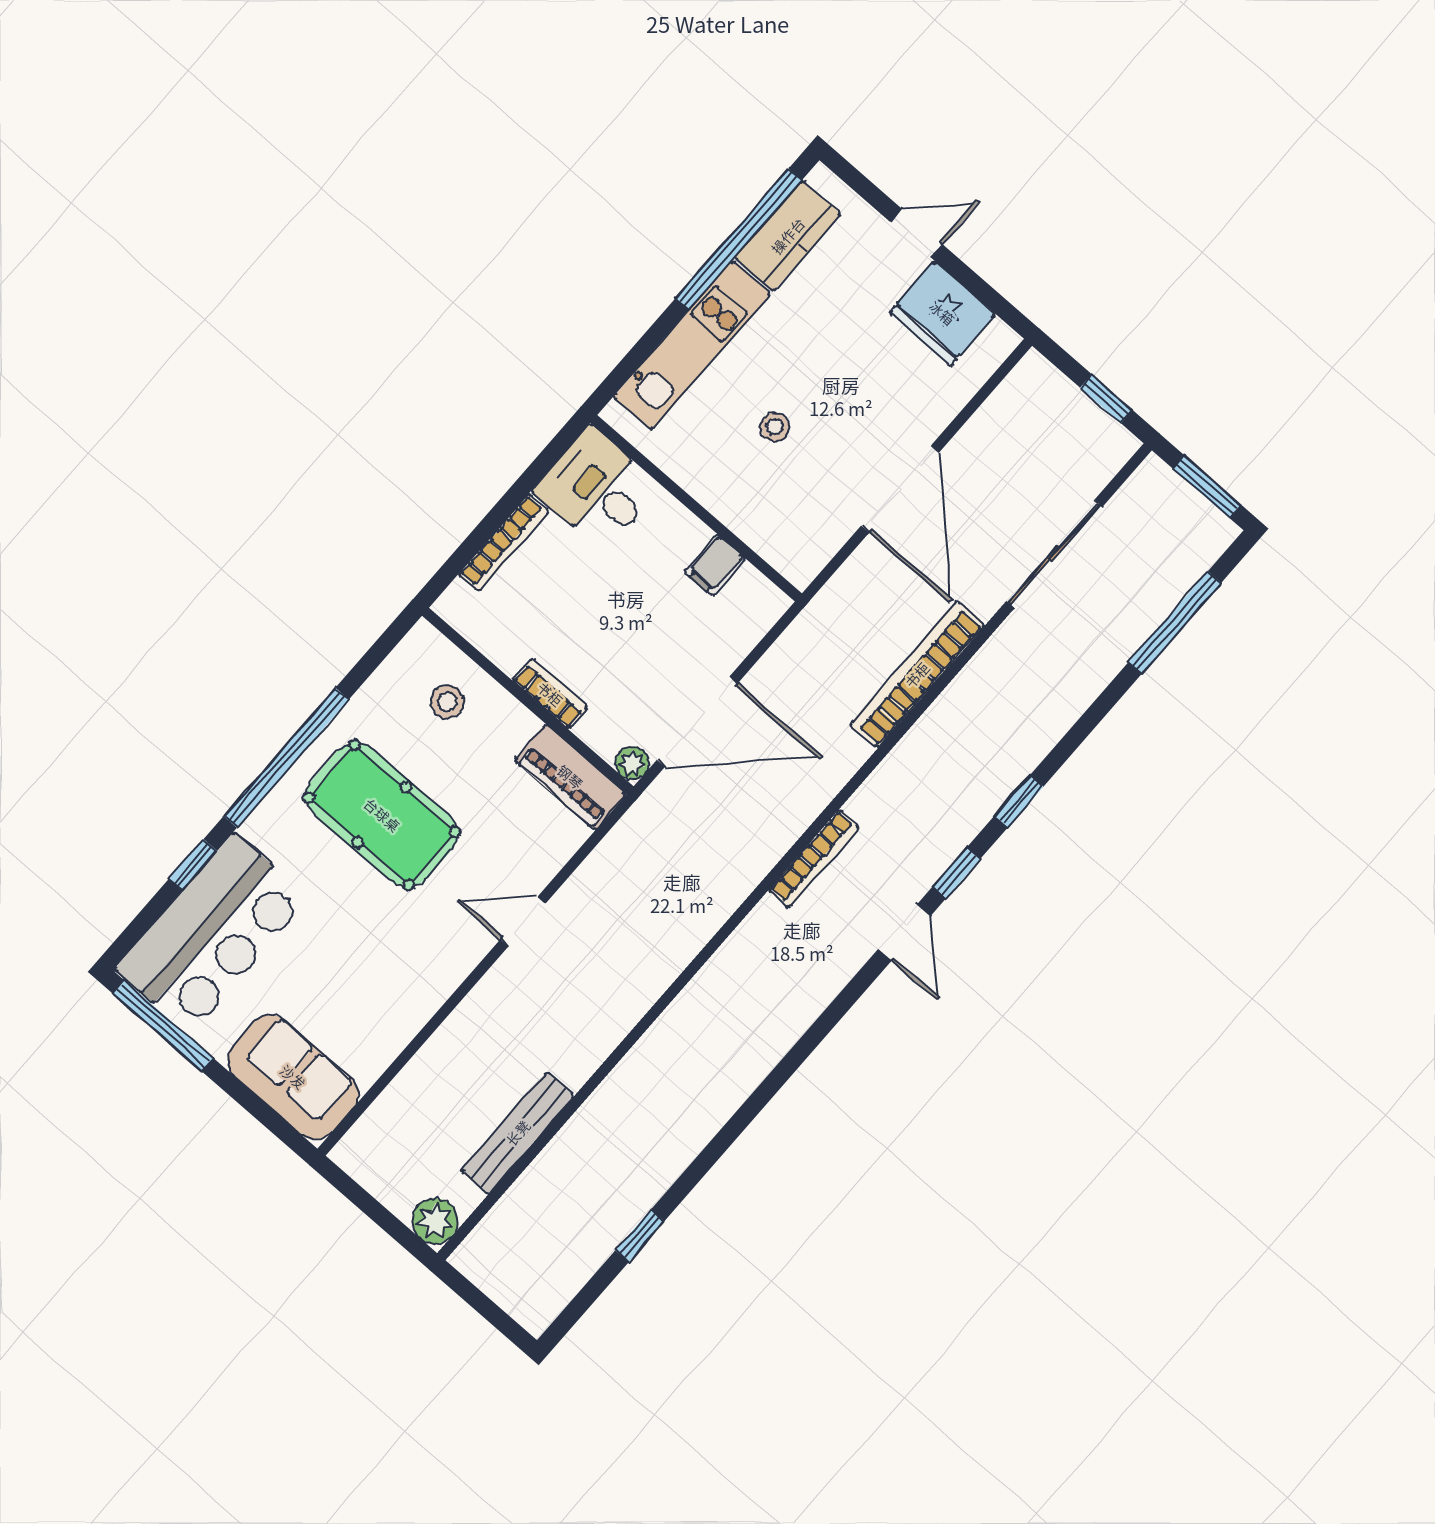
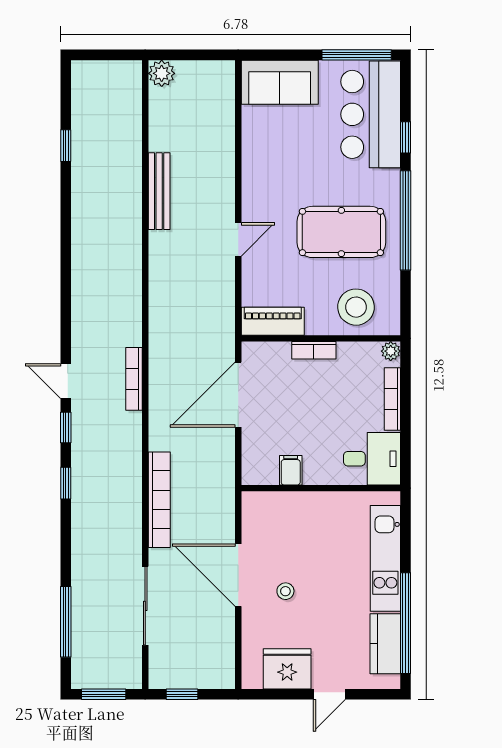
stool: (775, 427) -> (285, 591), moved
stool: (447, 702) -> (356, 307), width x1.89, depth x1.89
plant: (632, 763) -> (391, 351), moved
bench: (518, 1133) -> (159, 191), moved

